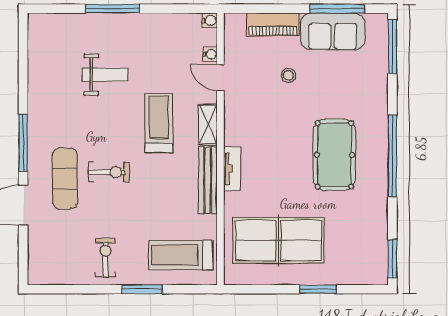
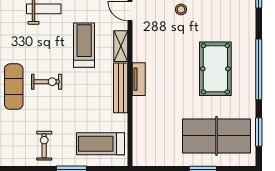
table tennis table: (278, 240) -> (216, 136), moved
window: (392, 259) -> (259, 132), moved

